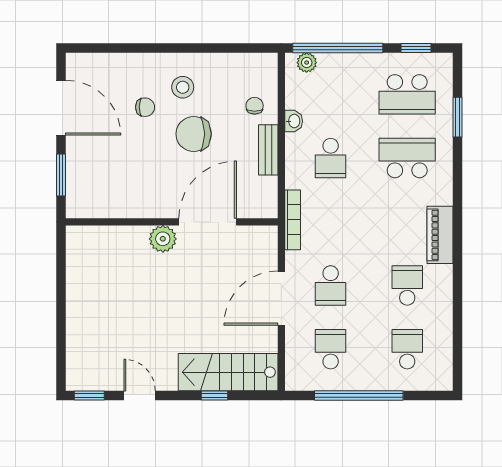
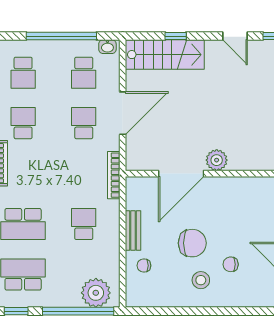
plant: (307, 63) -> (96, 293), width x1.87, depth x1.87
chair: (255, 106) -> (144, 266), turned 90
washbasin: (294, 121) -> (107, 47), moved, turned -90
school desk: (407, 285) -> (23, 123), turned 180

